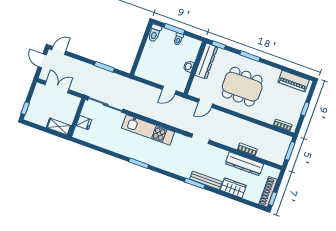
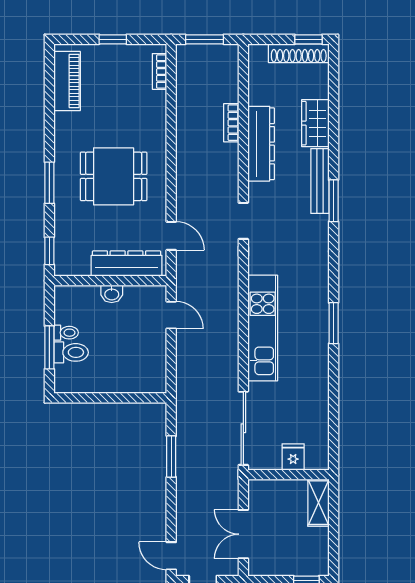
toilet: (155, 33) -> (71, 352), moved
dresser: (206, 61) -> (127, 264), moved
dining table: (242, 87) -> (114, 176), width x0.73
dresser: (244, 164) -> (261, 144), moved

